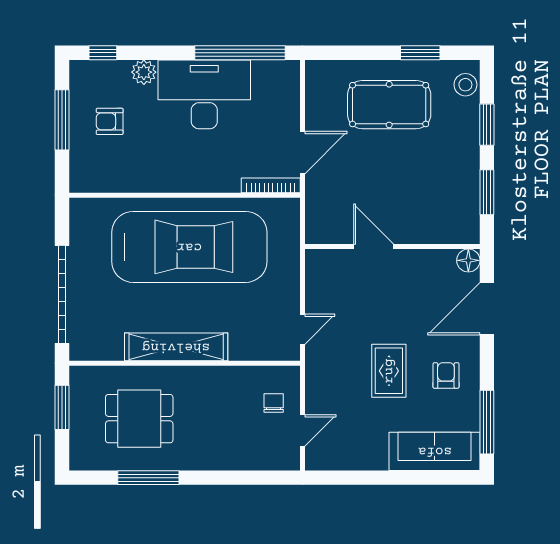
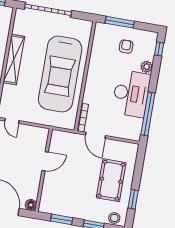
window: (62, 120) -> (120, 22), moved

